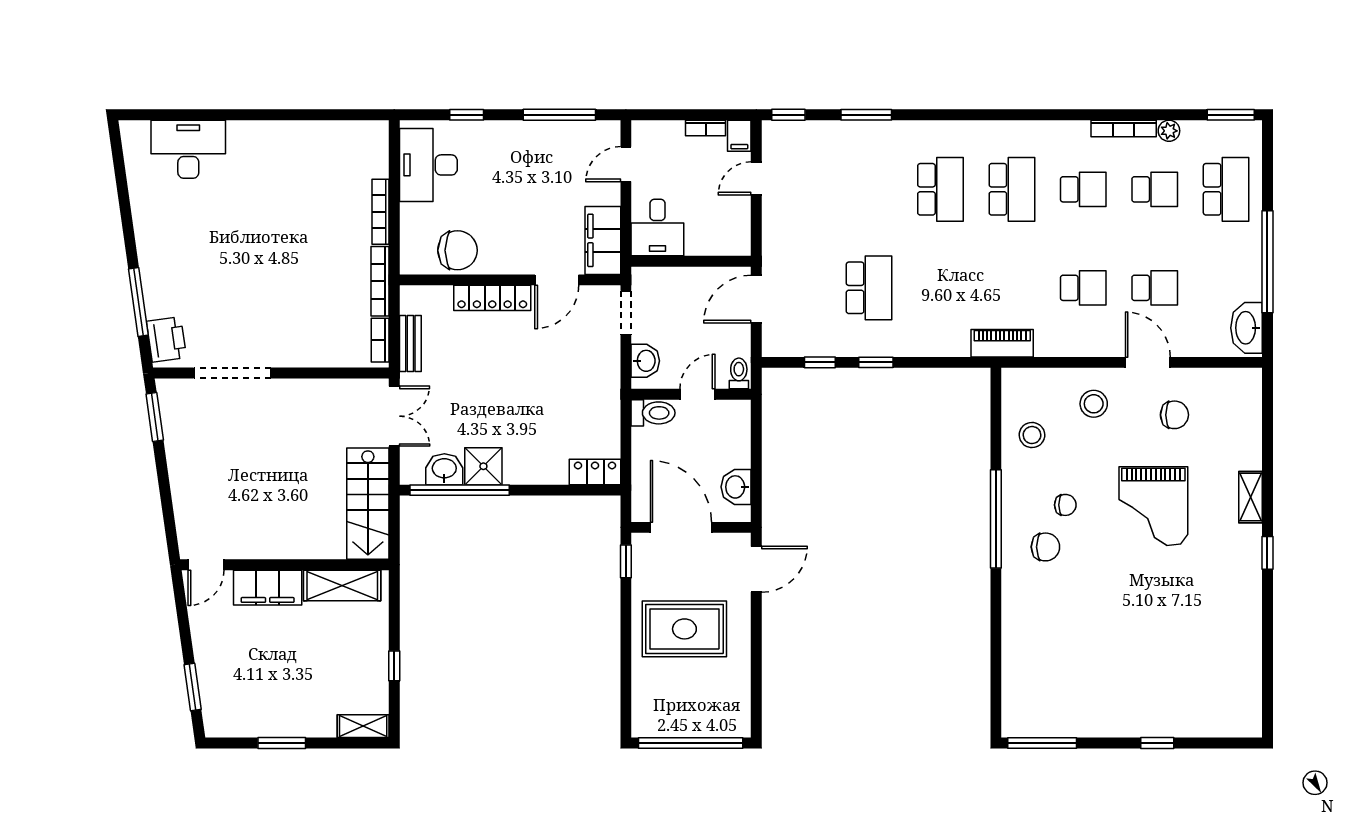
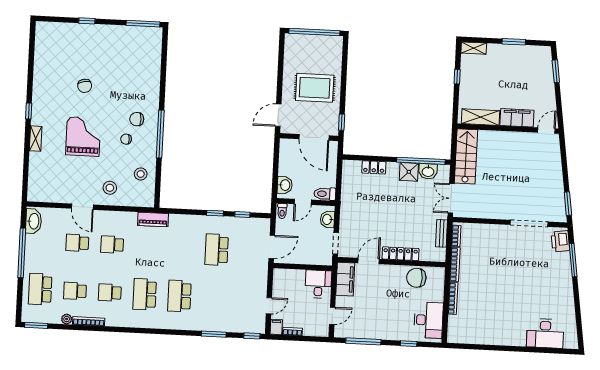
chair: (1174, 415) -> (85, 86), moved, turned -102
locker: (595, 472) -> (374, 167), moved
washbasin: (736, 487) -> (285, 185), moved

